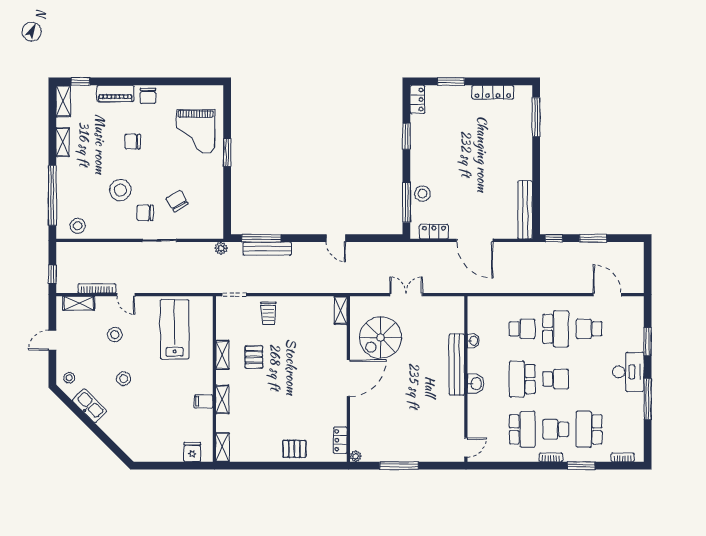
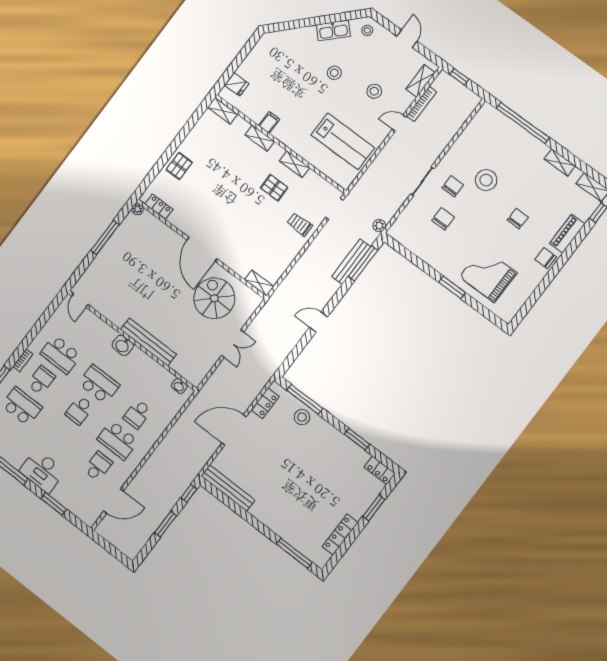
chair: (177, 201) -> (443, 219), turned -60
stool: (78, 226) -> (483, 125), removed
washbasin: (473, 341) -> (179, 386), moved

